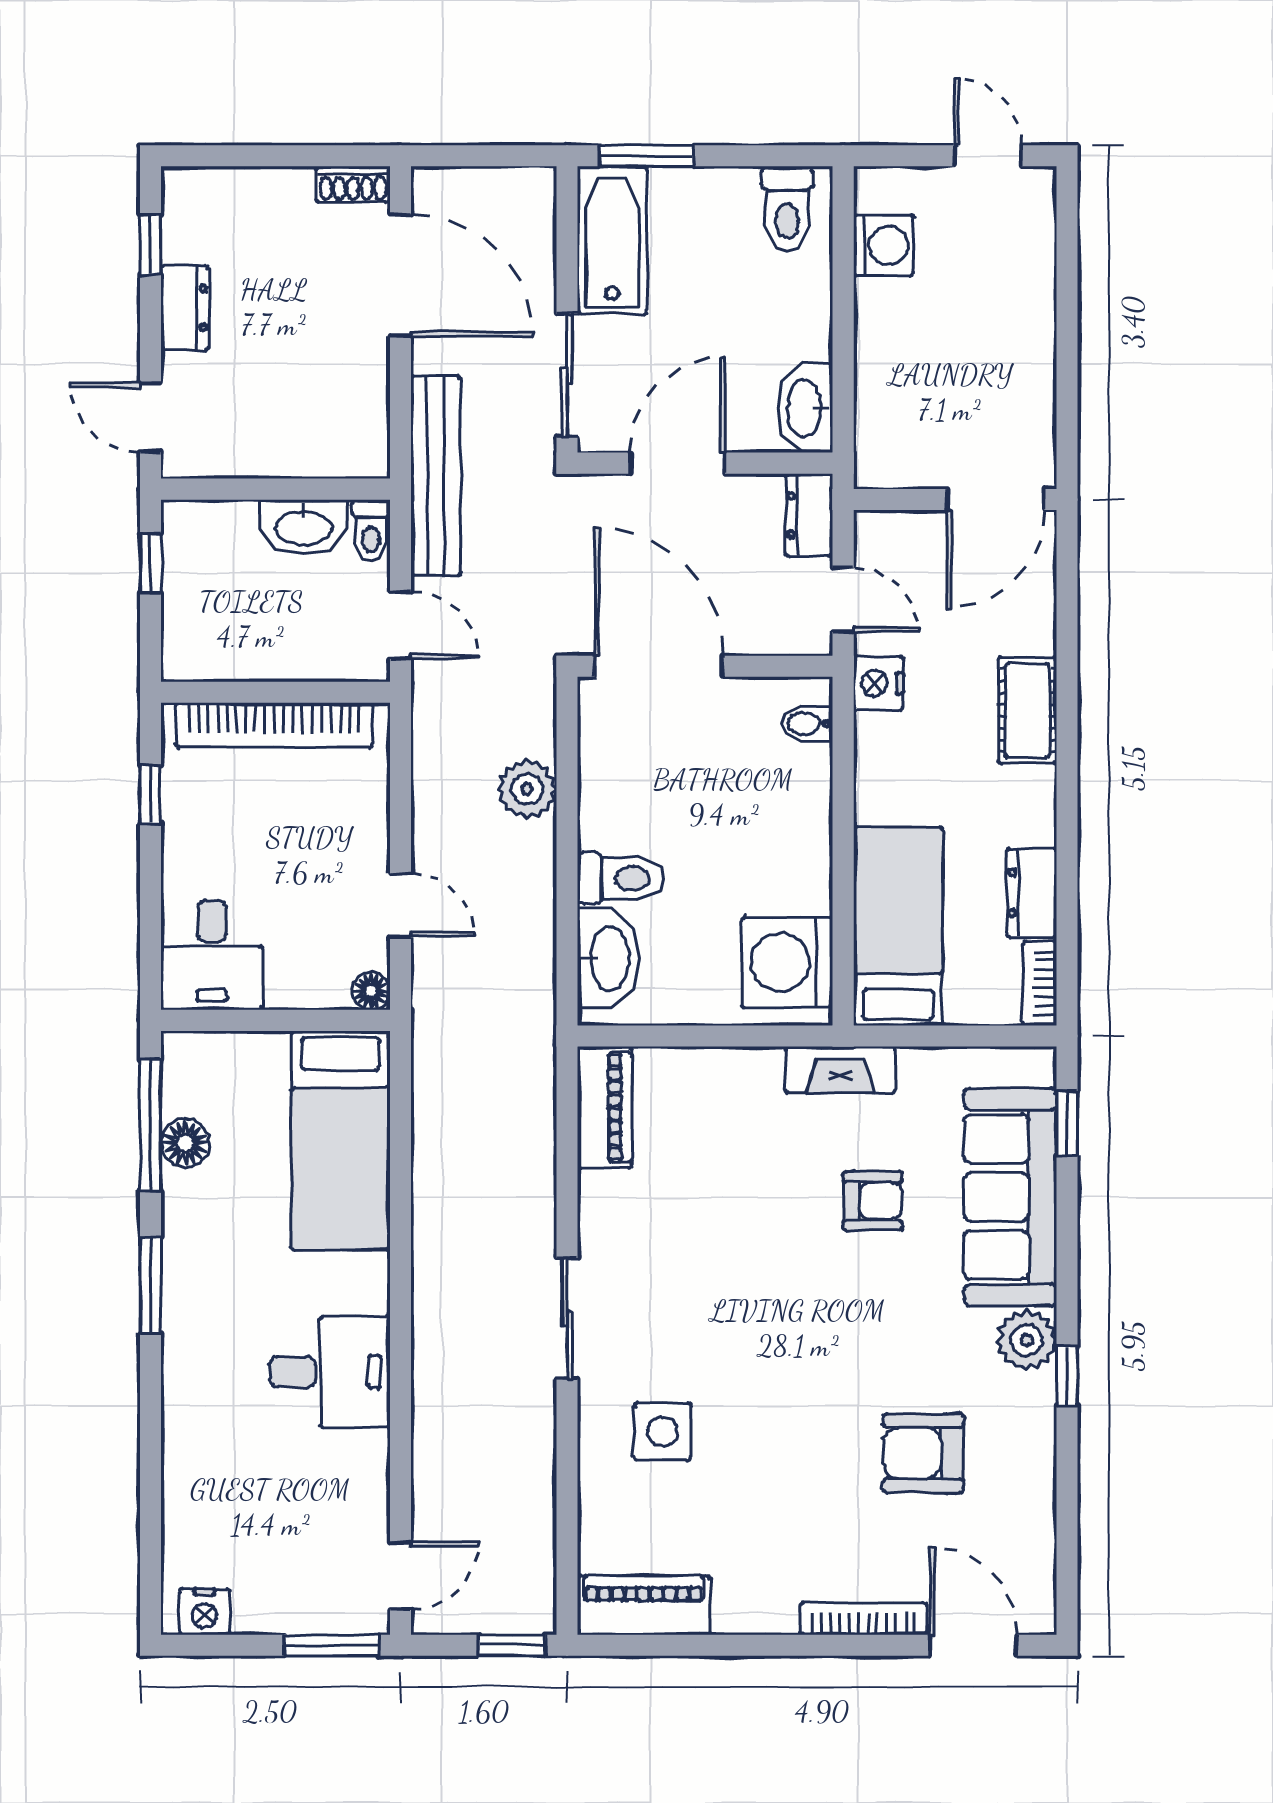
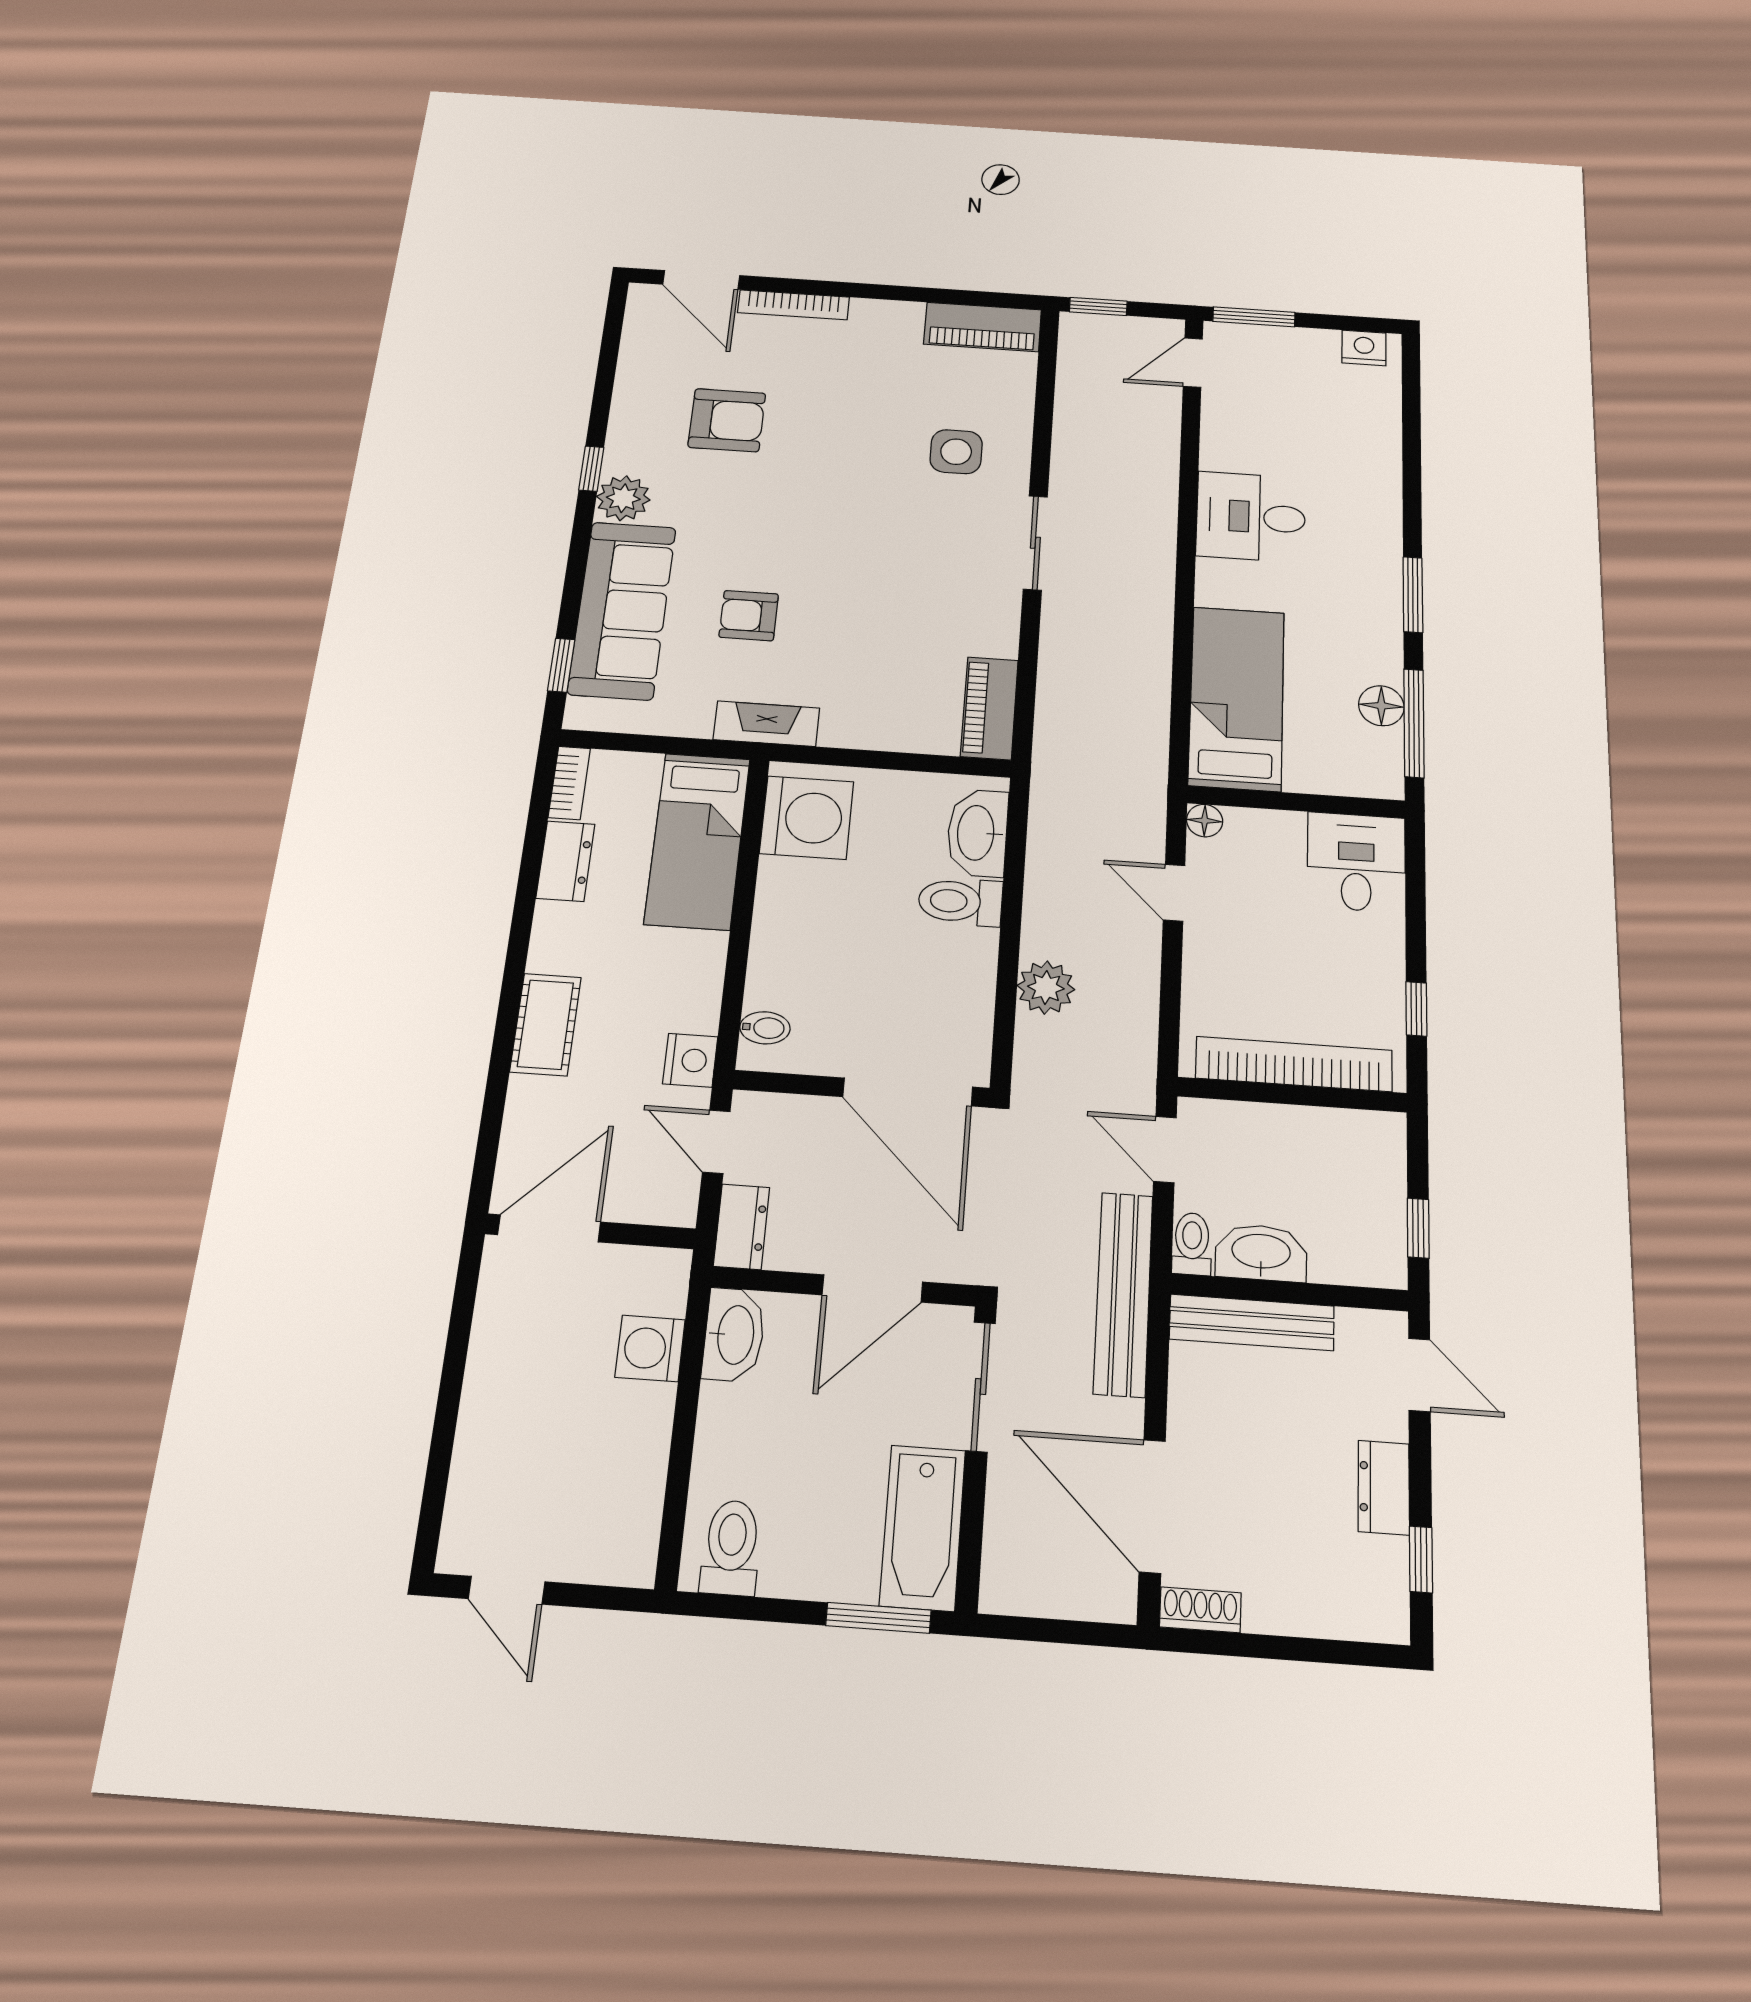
washing machine: (884, 245) -> (650, 1348), moved
bench: (311, 457) -> (1252, 1322), added

